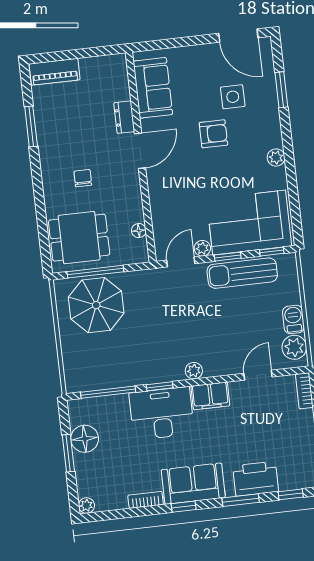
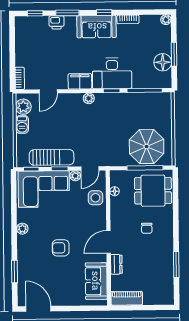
piano: (55, 72) -> (127, 298), moved
side table: (233, 97) -> (95, 198), moved
printer: (256, 479) -> (57, 22), width x0.53, depth x0.68

